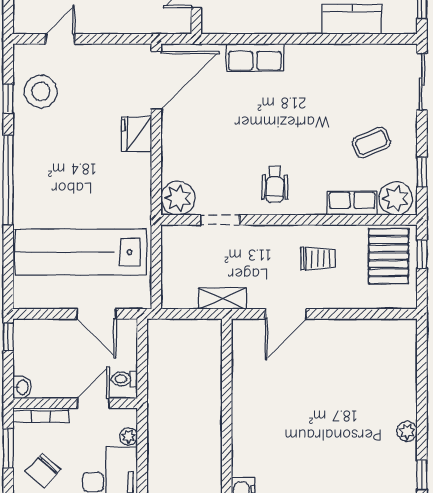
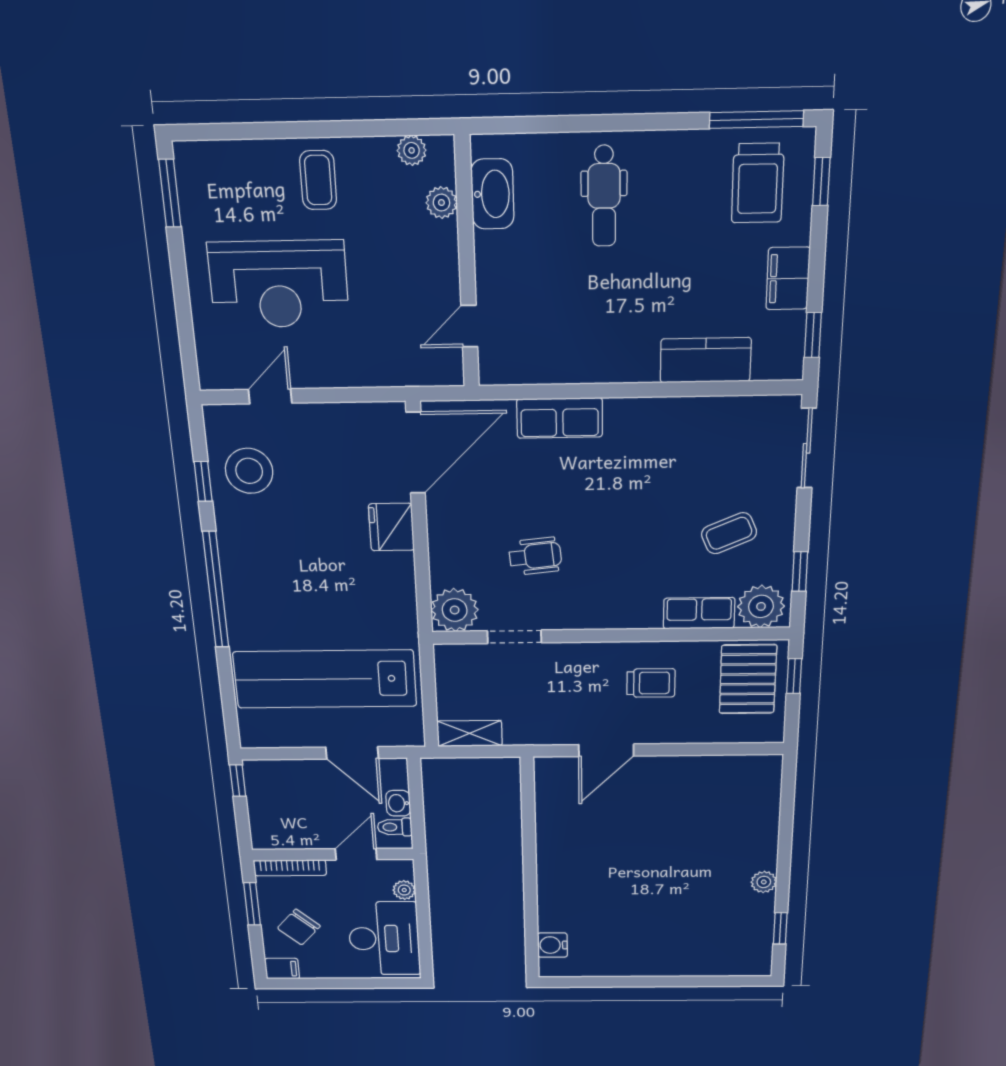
wheelchair: (275, 184) -> (535, 556), moved, turned -96
shelving: (222, 298) -> (470, 733), moved
washbasin: (22, 387) -> (398, 803), moved, turned 180

